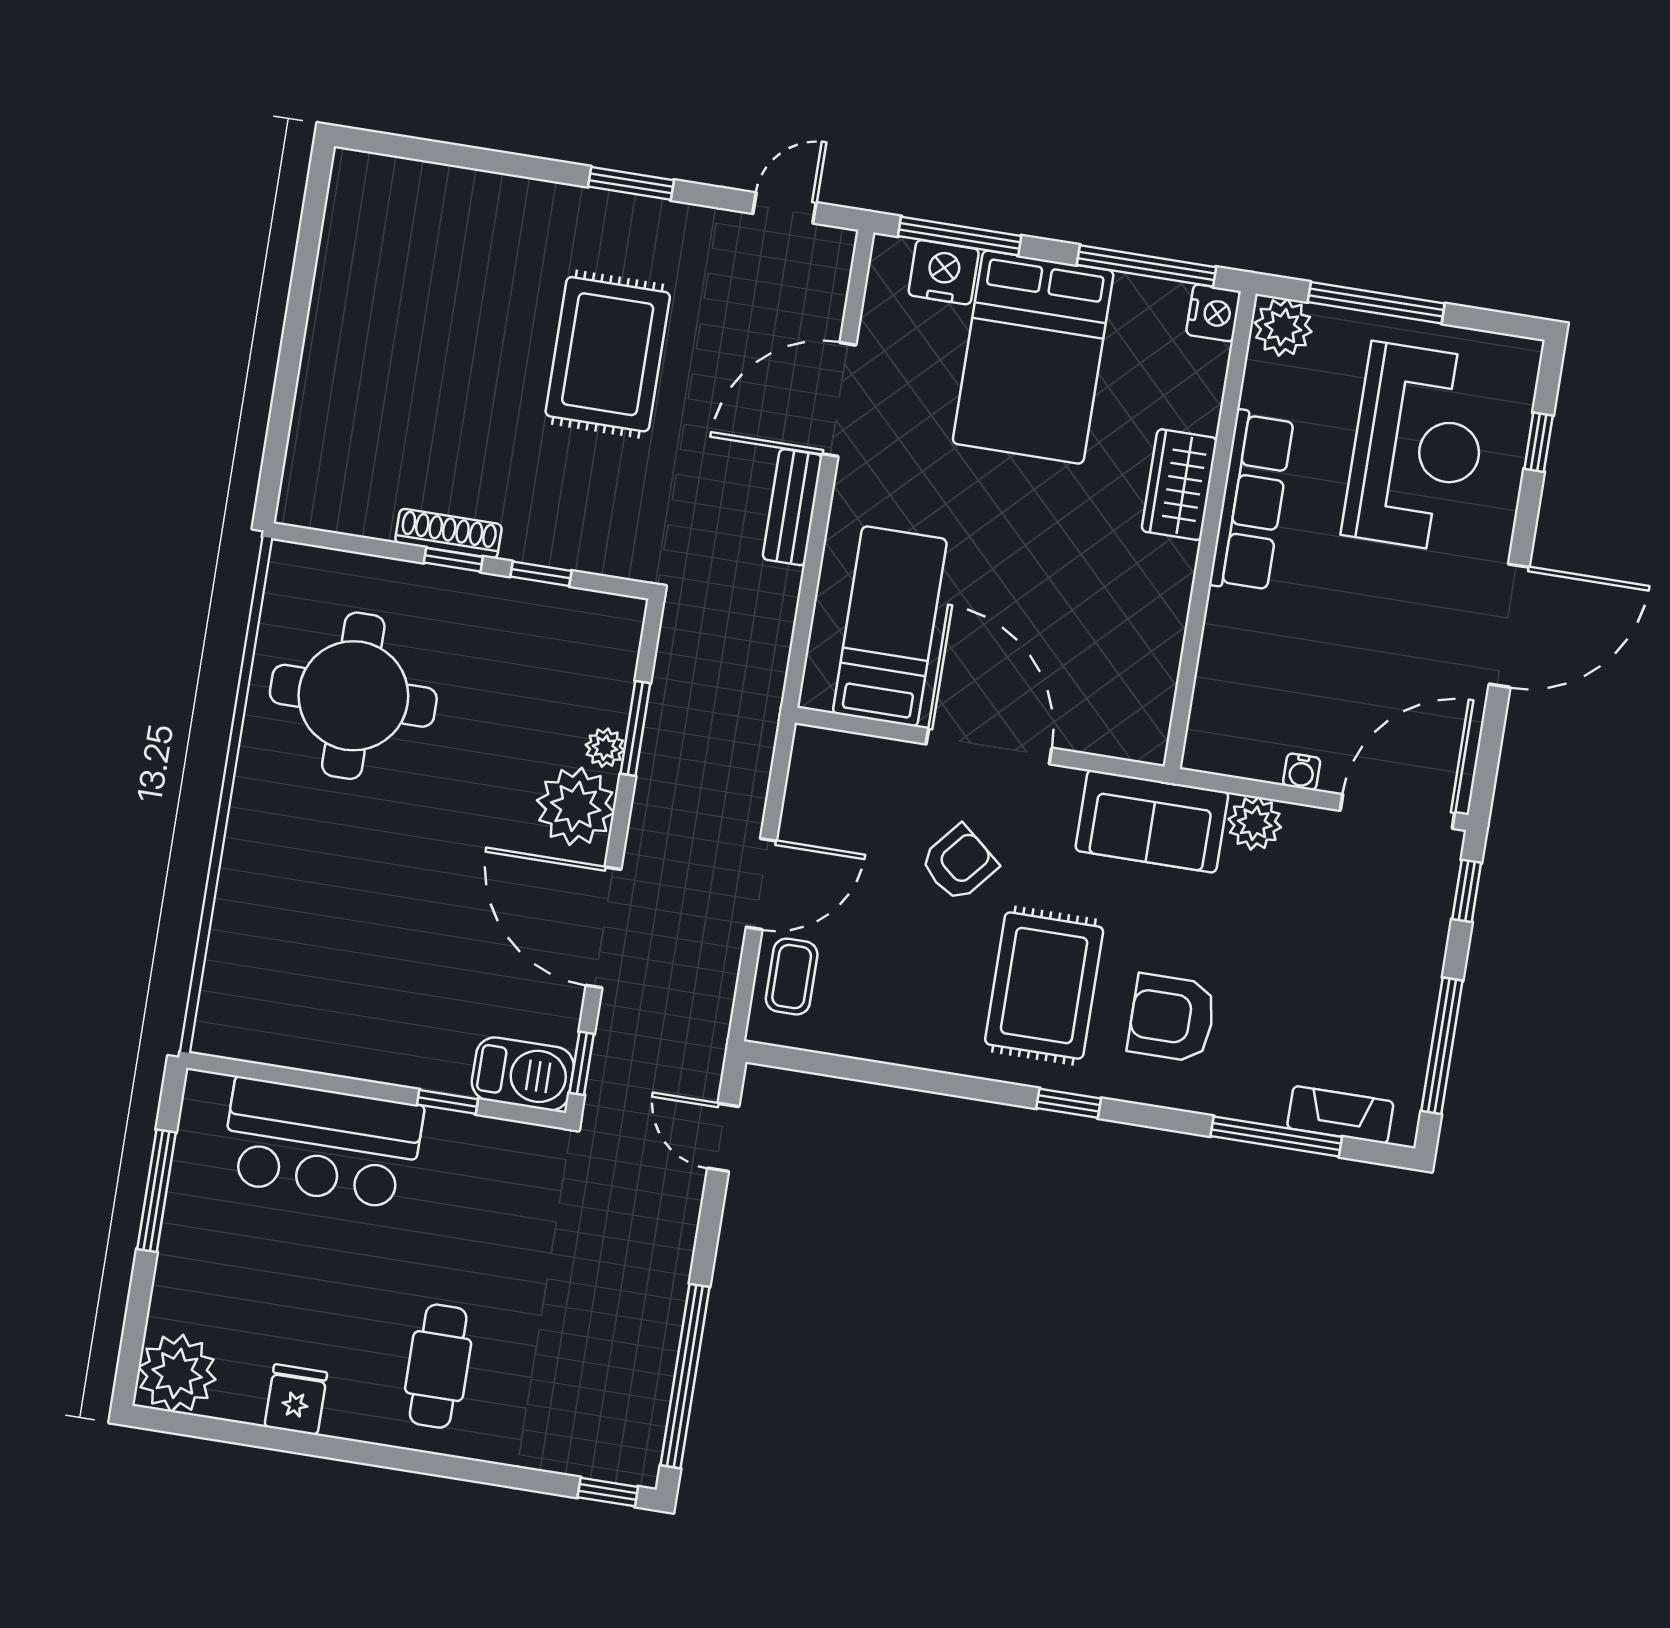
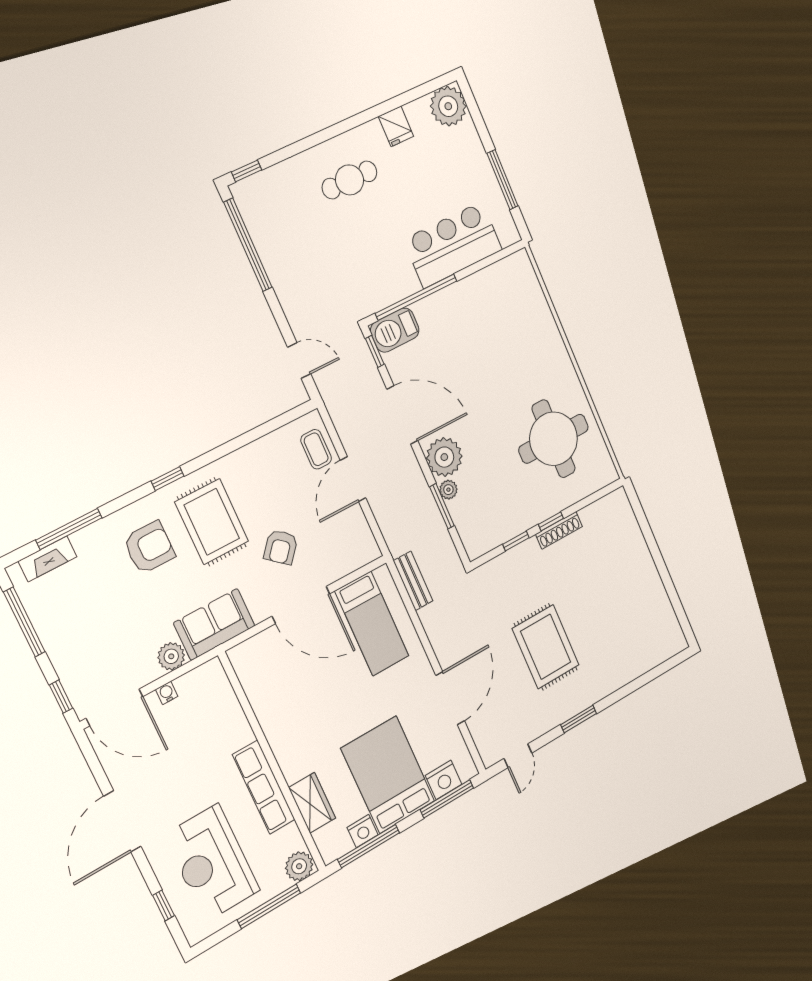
nightstand: (1213, 313) -> (363, 831), moved, turned -90
wardrobe: (1179, 485) -> (312, 803), moved
bench: (792, 507) -> (413, 581), moved
door: (1398, 812) -> (115, 707), hinge flipped
window: (448, 1102) -> (416, 297), width x3.17
cafe table: (438, 1366) -> (350, 180), turned 90

